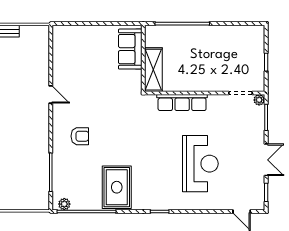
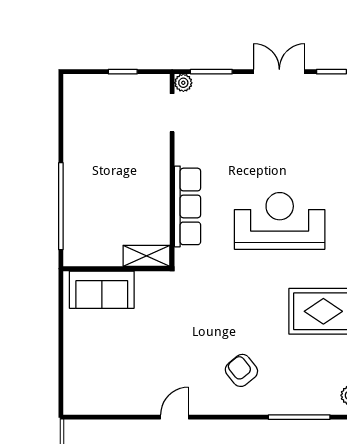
shelving: (153, 70) -> (146, 256), width x0.67, depth x0.75
armchair: (80, 136) -> (241, 370), turned -39
reception desk: (200, 164) -> (280, 221), moved

